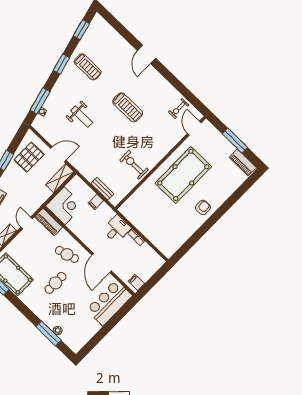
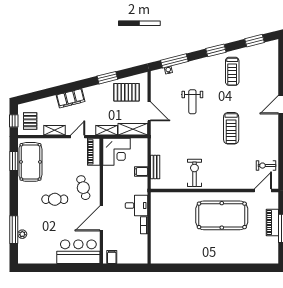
piano: (243, 162) -> (272, 222), moved
shelving: (42, 198) -> (107, 130), added
armchair: (203, 208) -> (212, 252), removed

